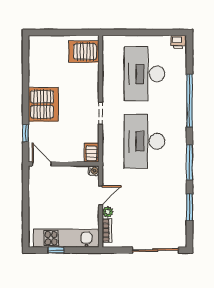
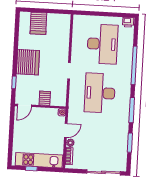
server rack: (84, 52) -> (38, 23), moved, turned -90
desk: (144, 74) -> (102, 44), turned 180
server rack: (92, 153) -> (45, 98), moved
door: (42, 164) -> (24, 105), swing flipped

